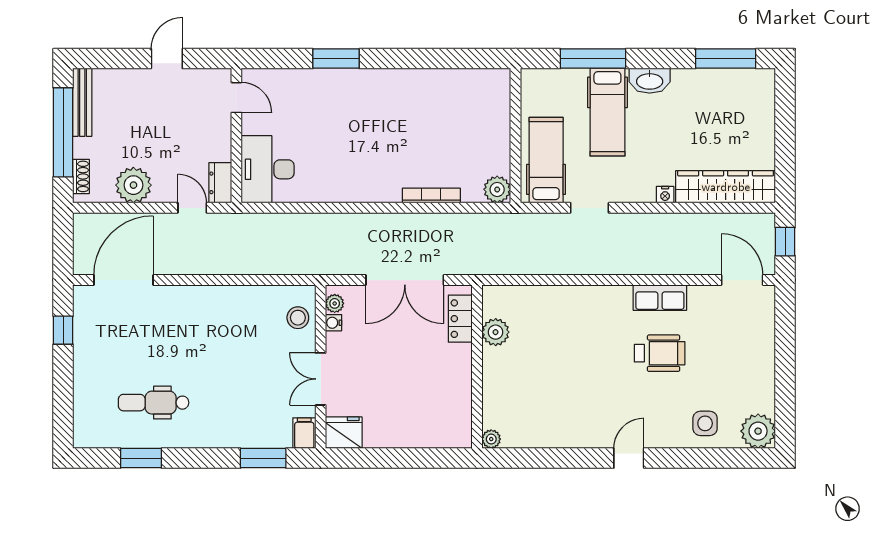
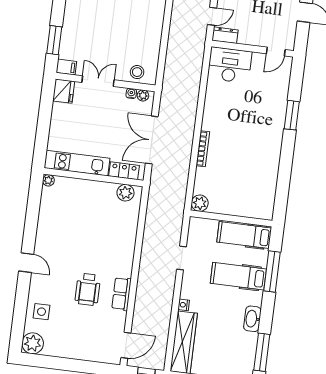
washbasin: (650, 81) -> (252, 319), moved
hospital bed: (546, 160) -> (244, 235), moved, turned 180
bookcase: (431, 196) -> (203, 149), moved
plant: (496, 332) -> (125, 193), moved
kitchen unit: (457, 396) -> (77, 163), added

